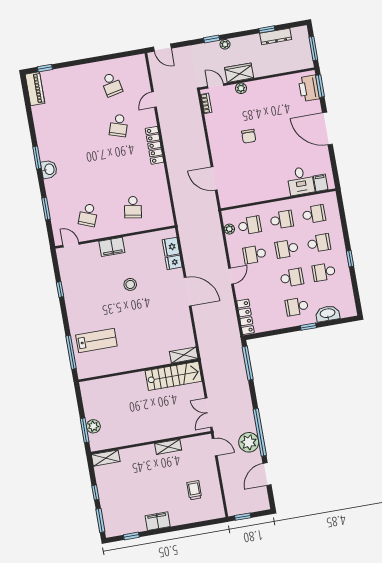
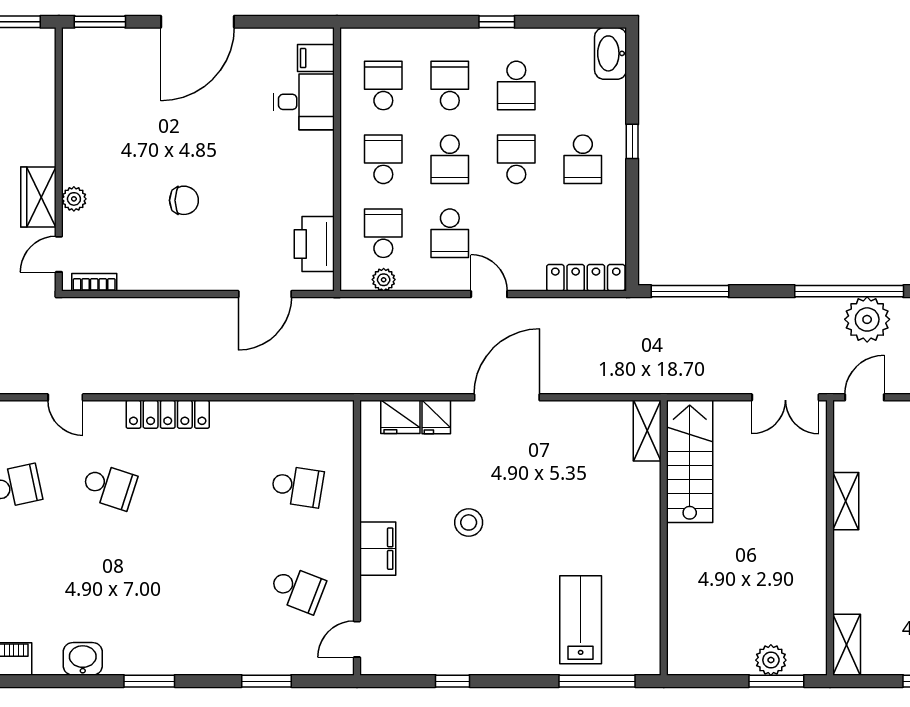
printer: (309, 88) -> (314, 244), moved, turned 90
washbasin: (49, 169) -> (83, 659), moved
washbasin: (328, 314) -> (611, 53), moved

